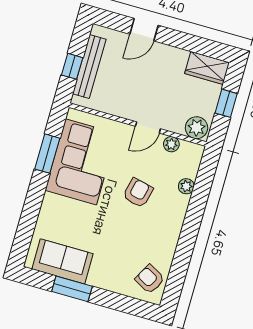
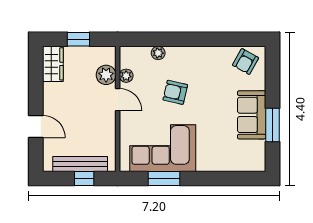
plant: (197, 128) -> (106, 75), moved
sofa: (62, 261) -> (252, 115), moved

